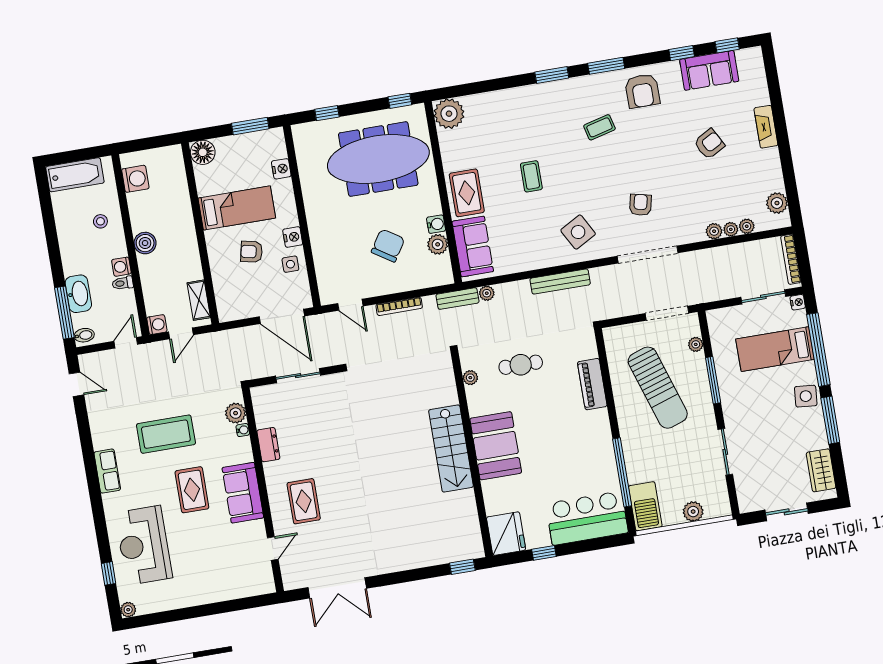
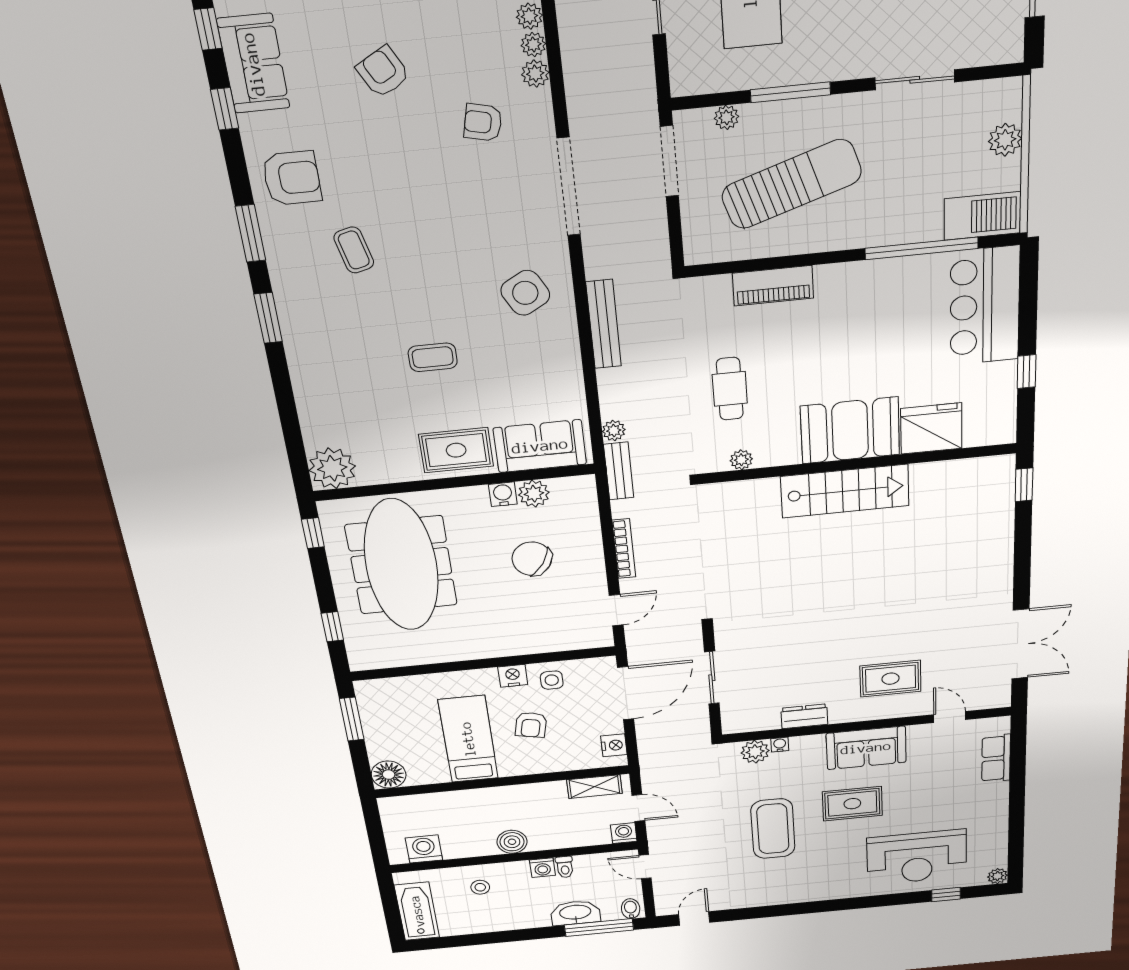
nightstand: (281, 169) -> (614, 745), moved, turned 90
armchair: (640, 205) -> (483, 122), moved
row of seats: (107, 471) -> (996, 758), moved, turned -90
fridge: (506, 534) -> (931, 428), moved

